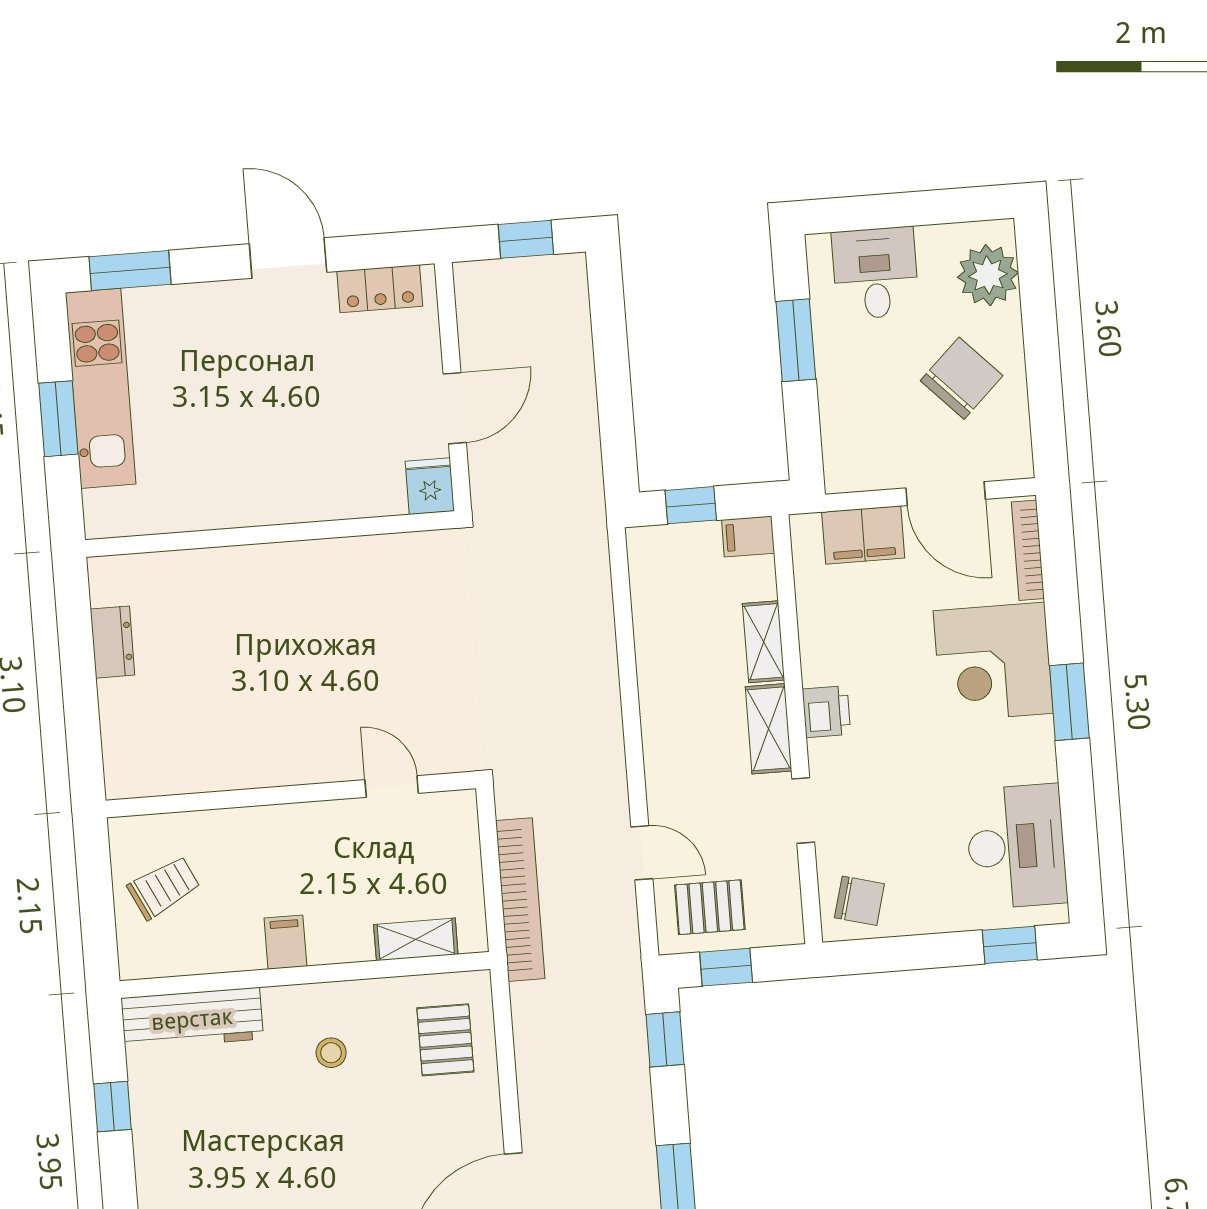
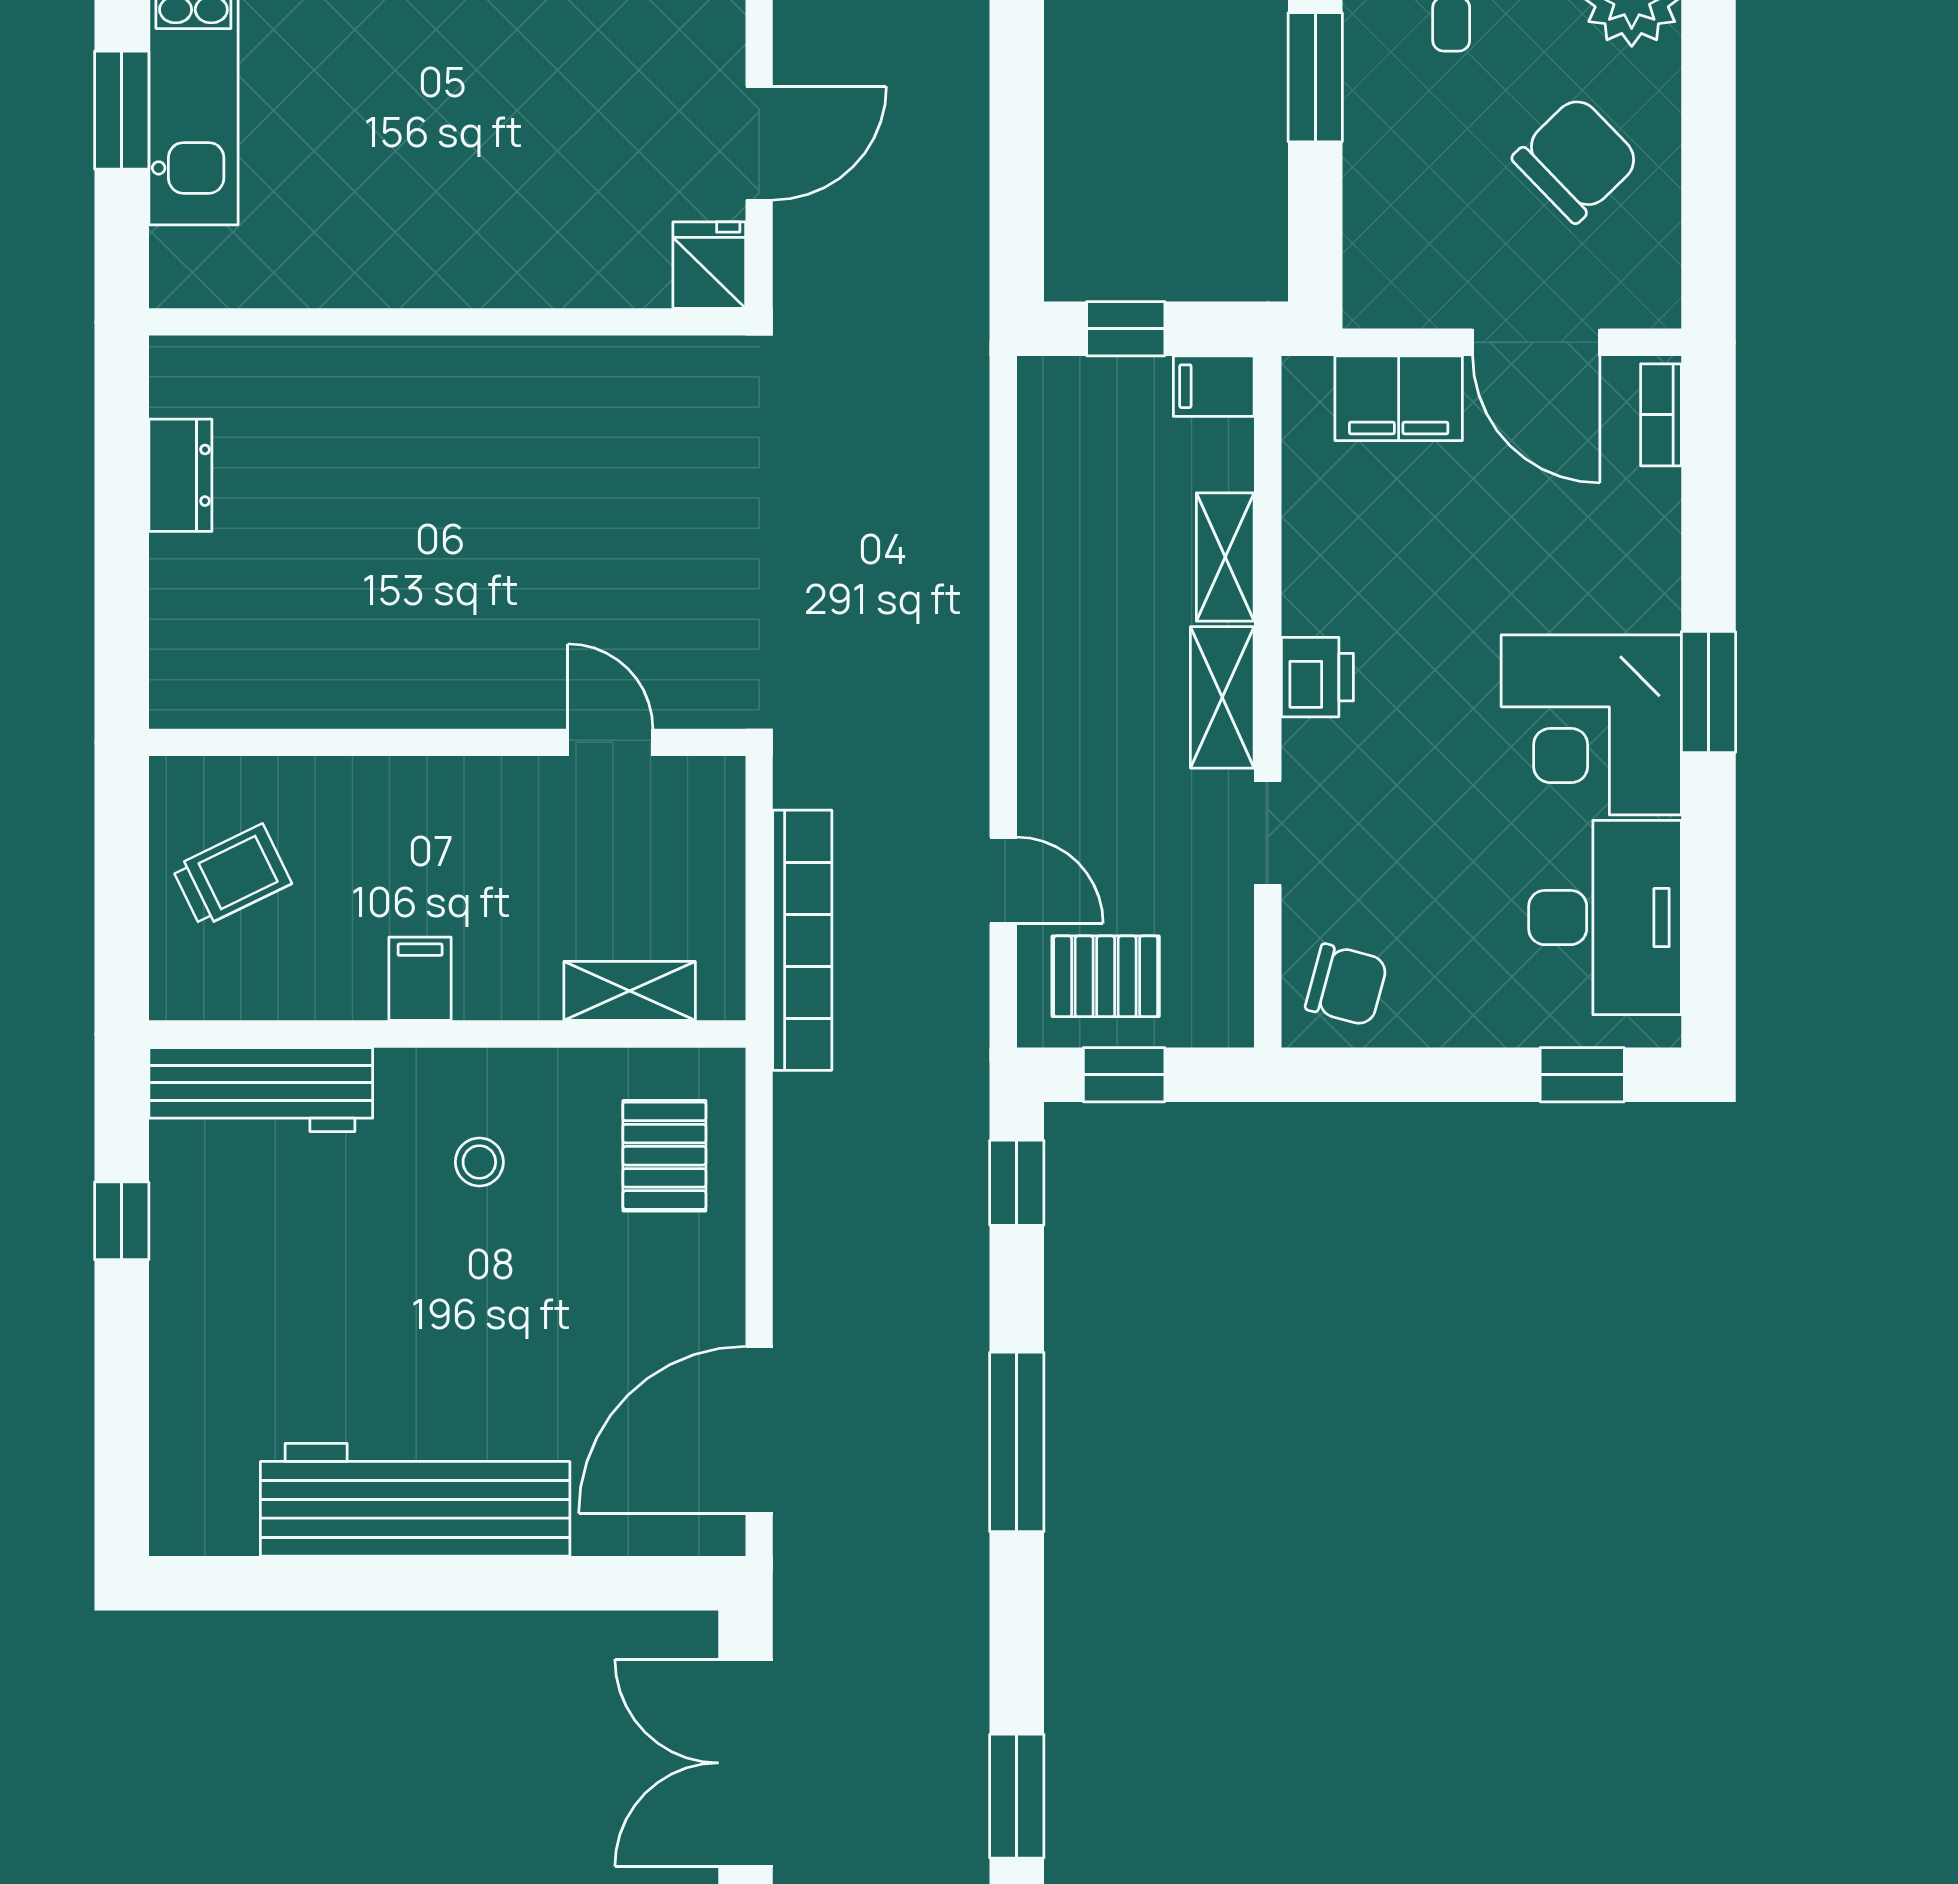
bookcase: (1028, 550) -> (1661, 415), width x0.64
corner desk: (993, 662) -> (1591, 725), moved

